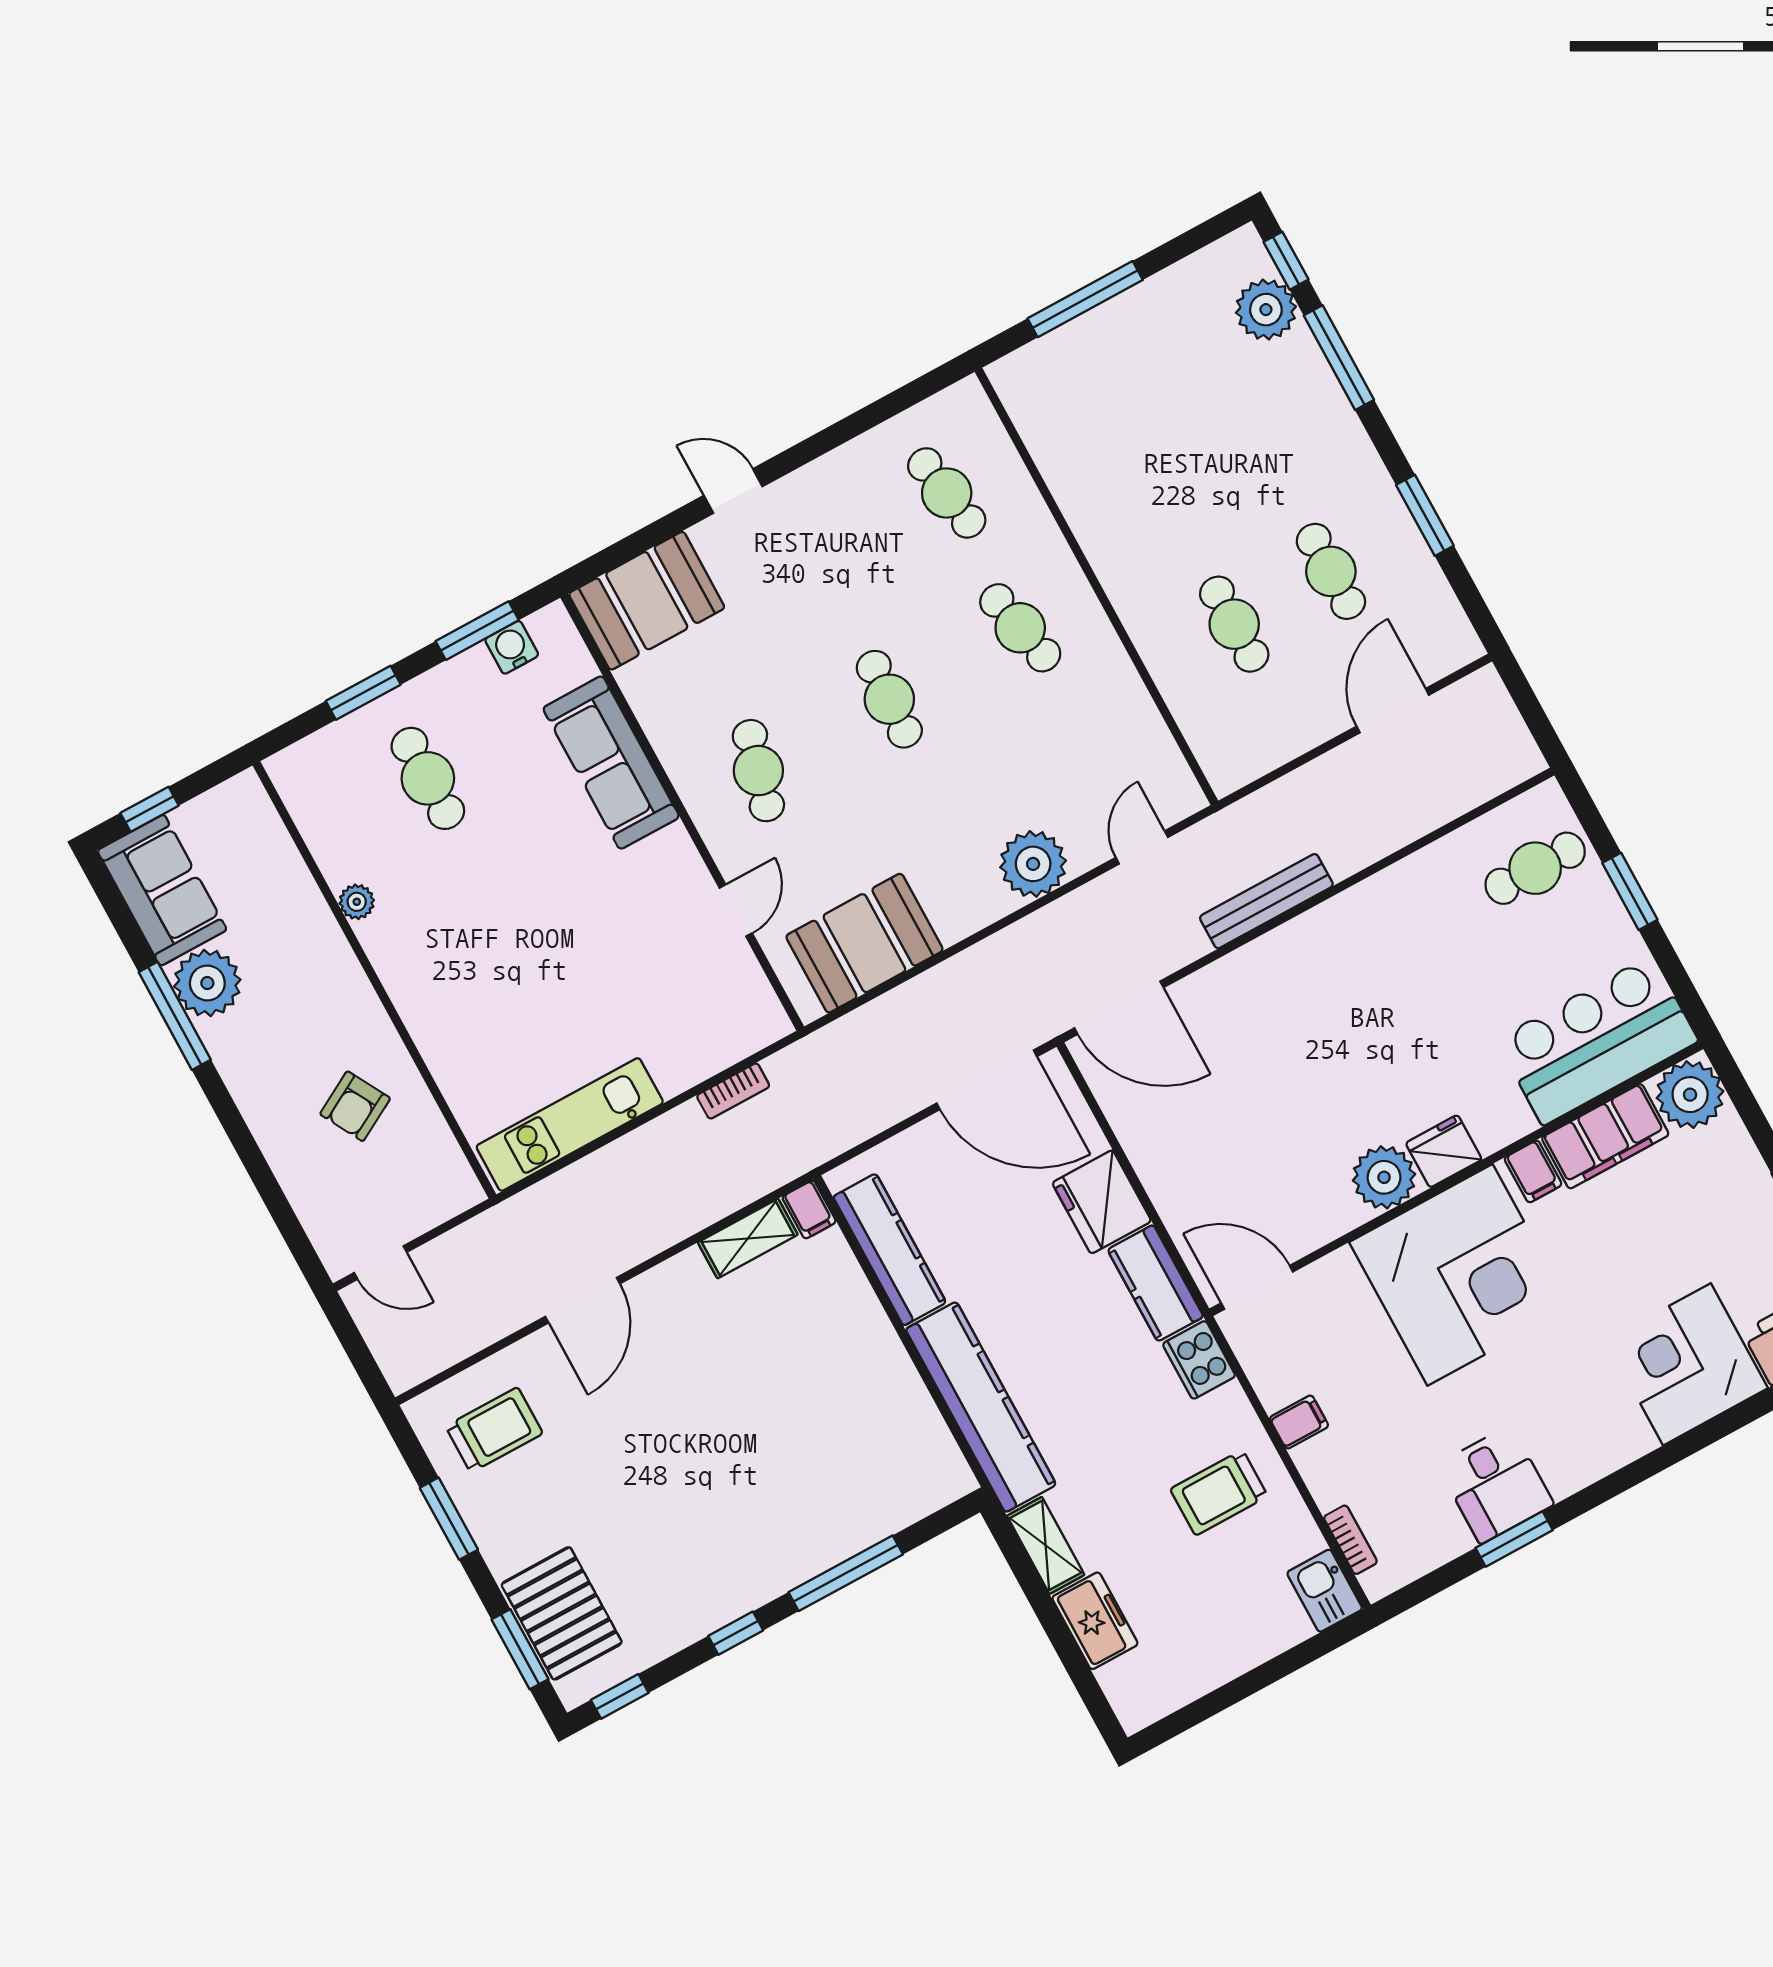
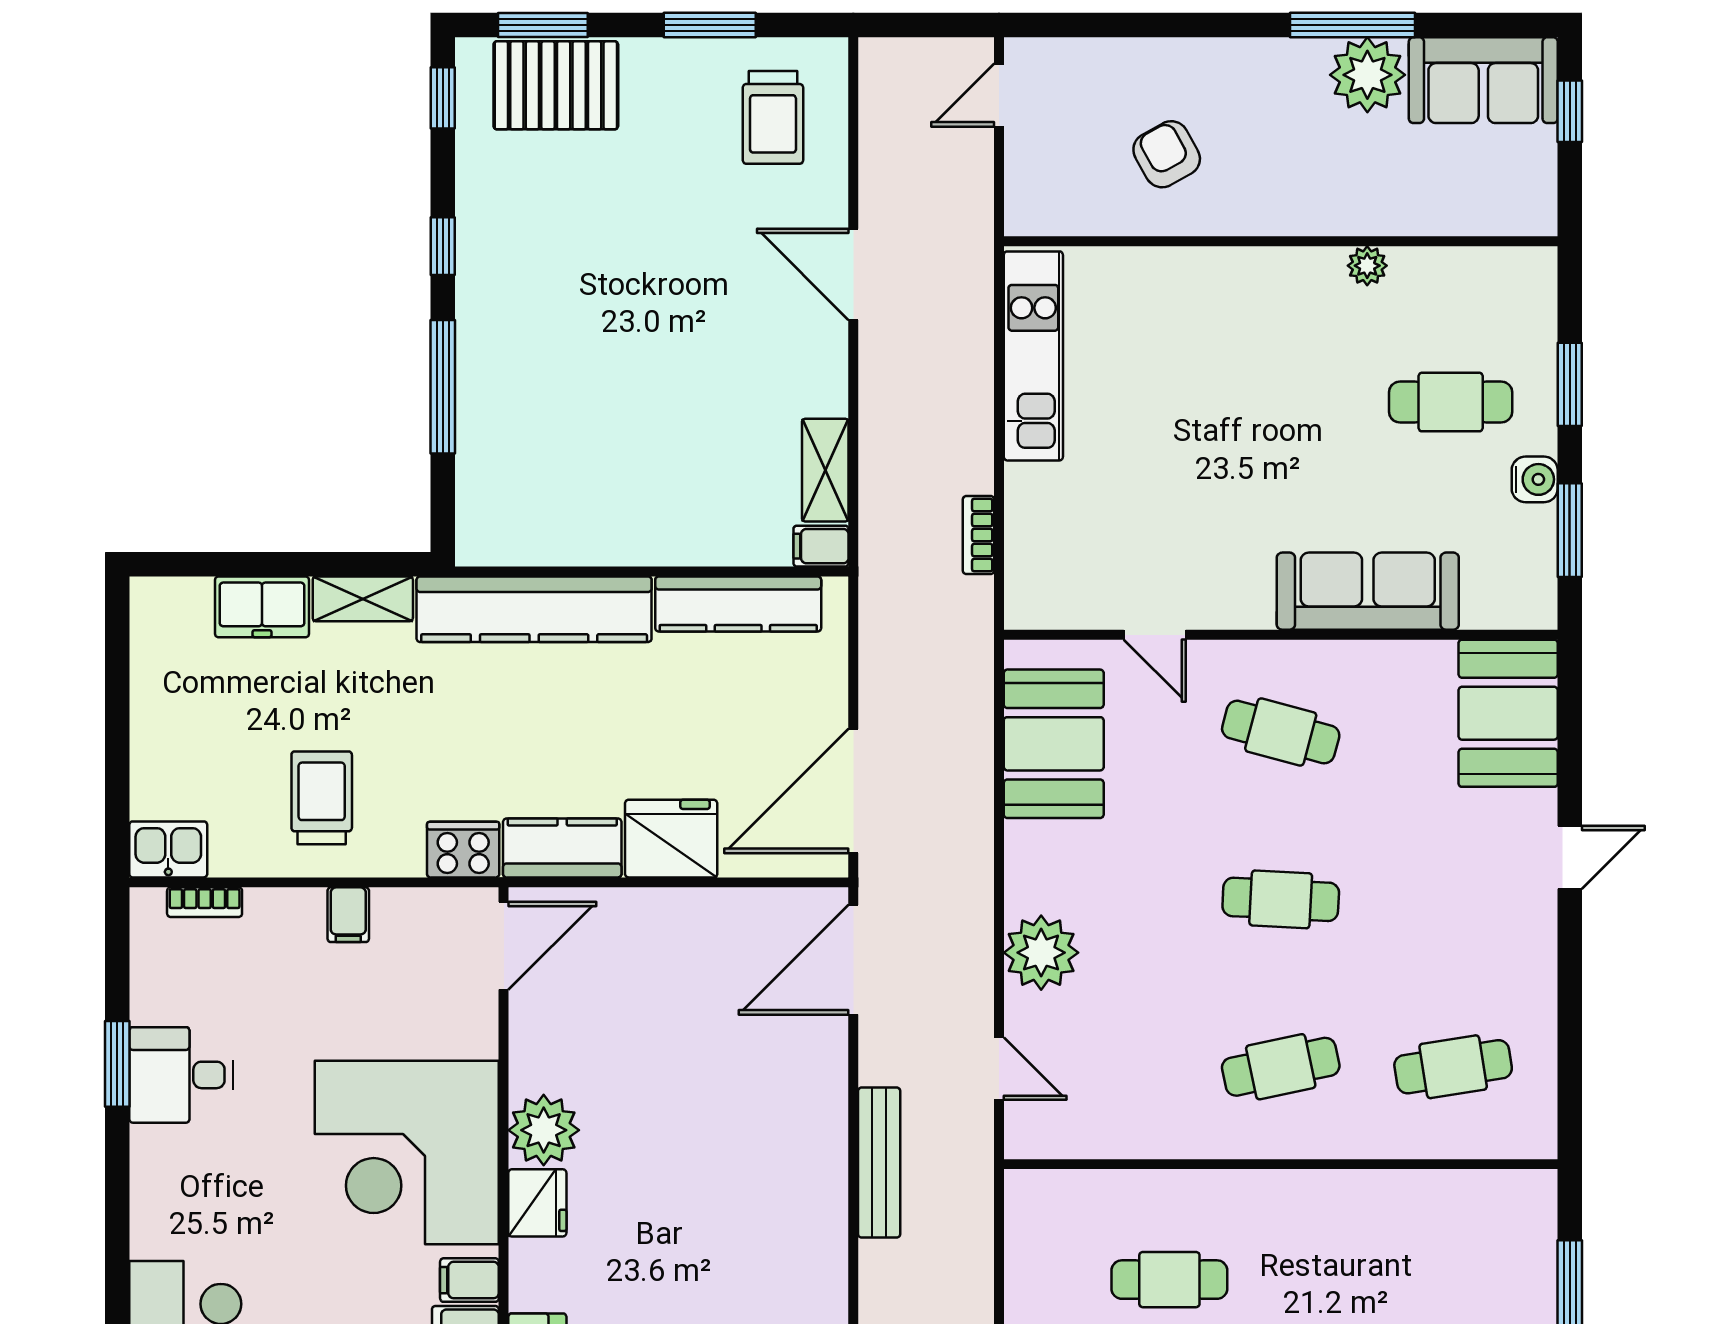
water cooler: (512, 647) -> (1535, 479), moved

